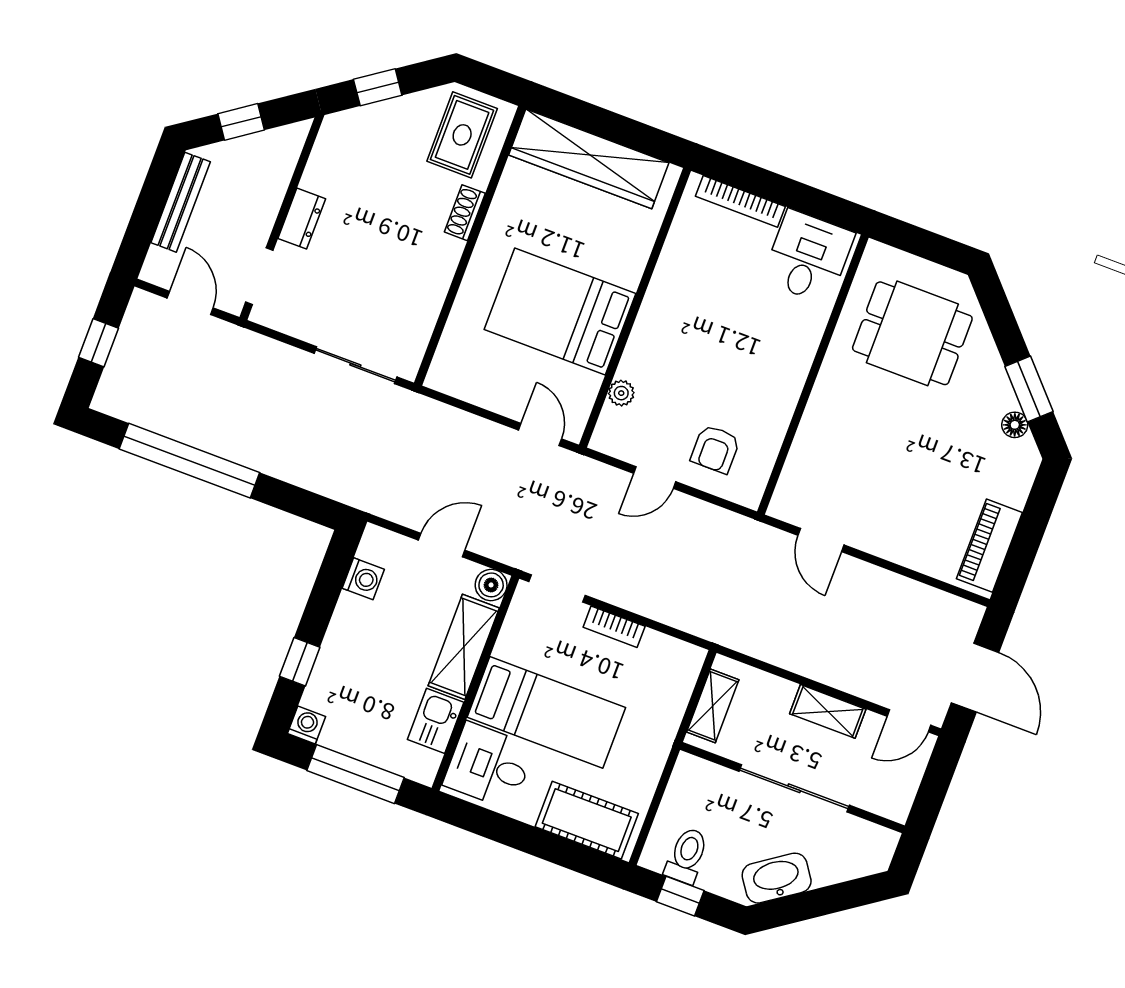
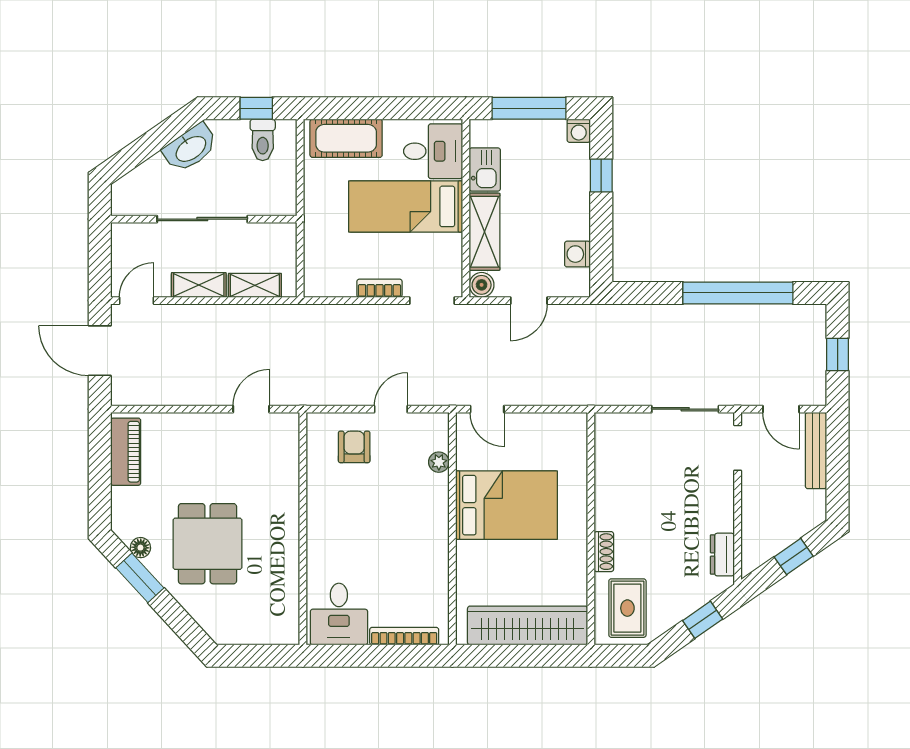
bench: (181, 202) -> (816, 451), moved
dresser: (302, 219) -> (722, 555), moved
dining table: (912, 333) -> (207, 544), moved, turned 90
sliding door: (355, 365) -> (685, 409), moved
door: (821, 540) -> (251, 409), hinge flipped
shelving: (713, 706) -> (255, 285), moved, turned 90

